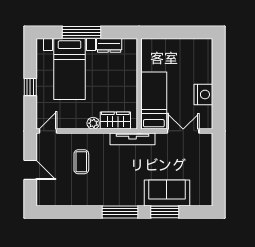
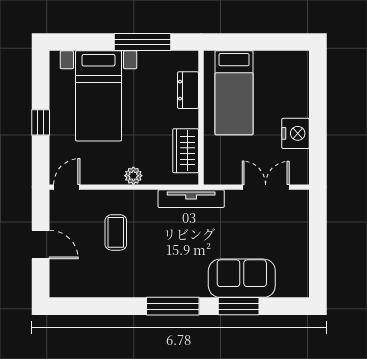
window: (81, 32) -> (142, 42), moved
dresser: (109, 45) -> (188, 90), moved, turned 90
bed: (154, 101) -> (234, 93), moved, turned 180
wardrobe: (115, 121) -> (186, 151), moved, turned -90

